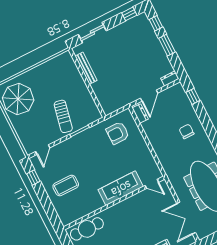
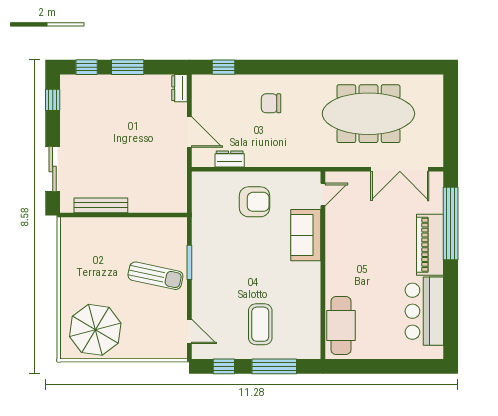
dresser: (140, 114) -> (230, 159), moved
armchair: (118, 133) -> (255, 202), moved, turned -90
sofa: (121, 188) -> (306, 235), width x0.73
window: (47, 204) -> (274, 366), added

